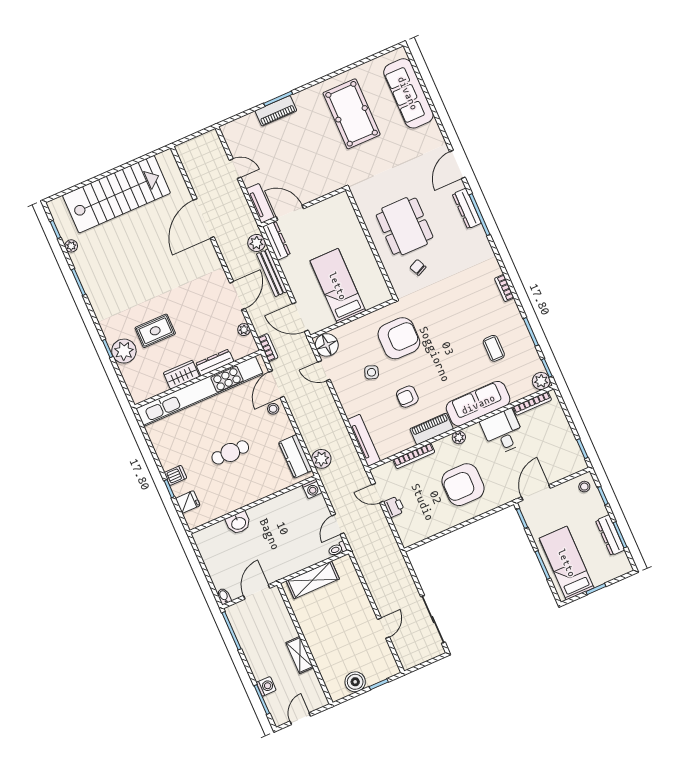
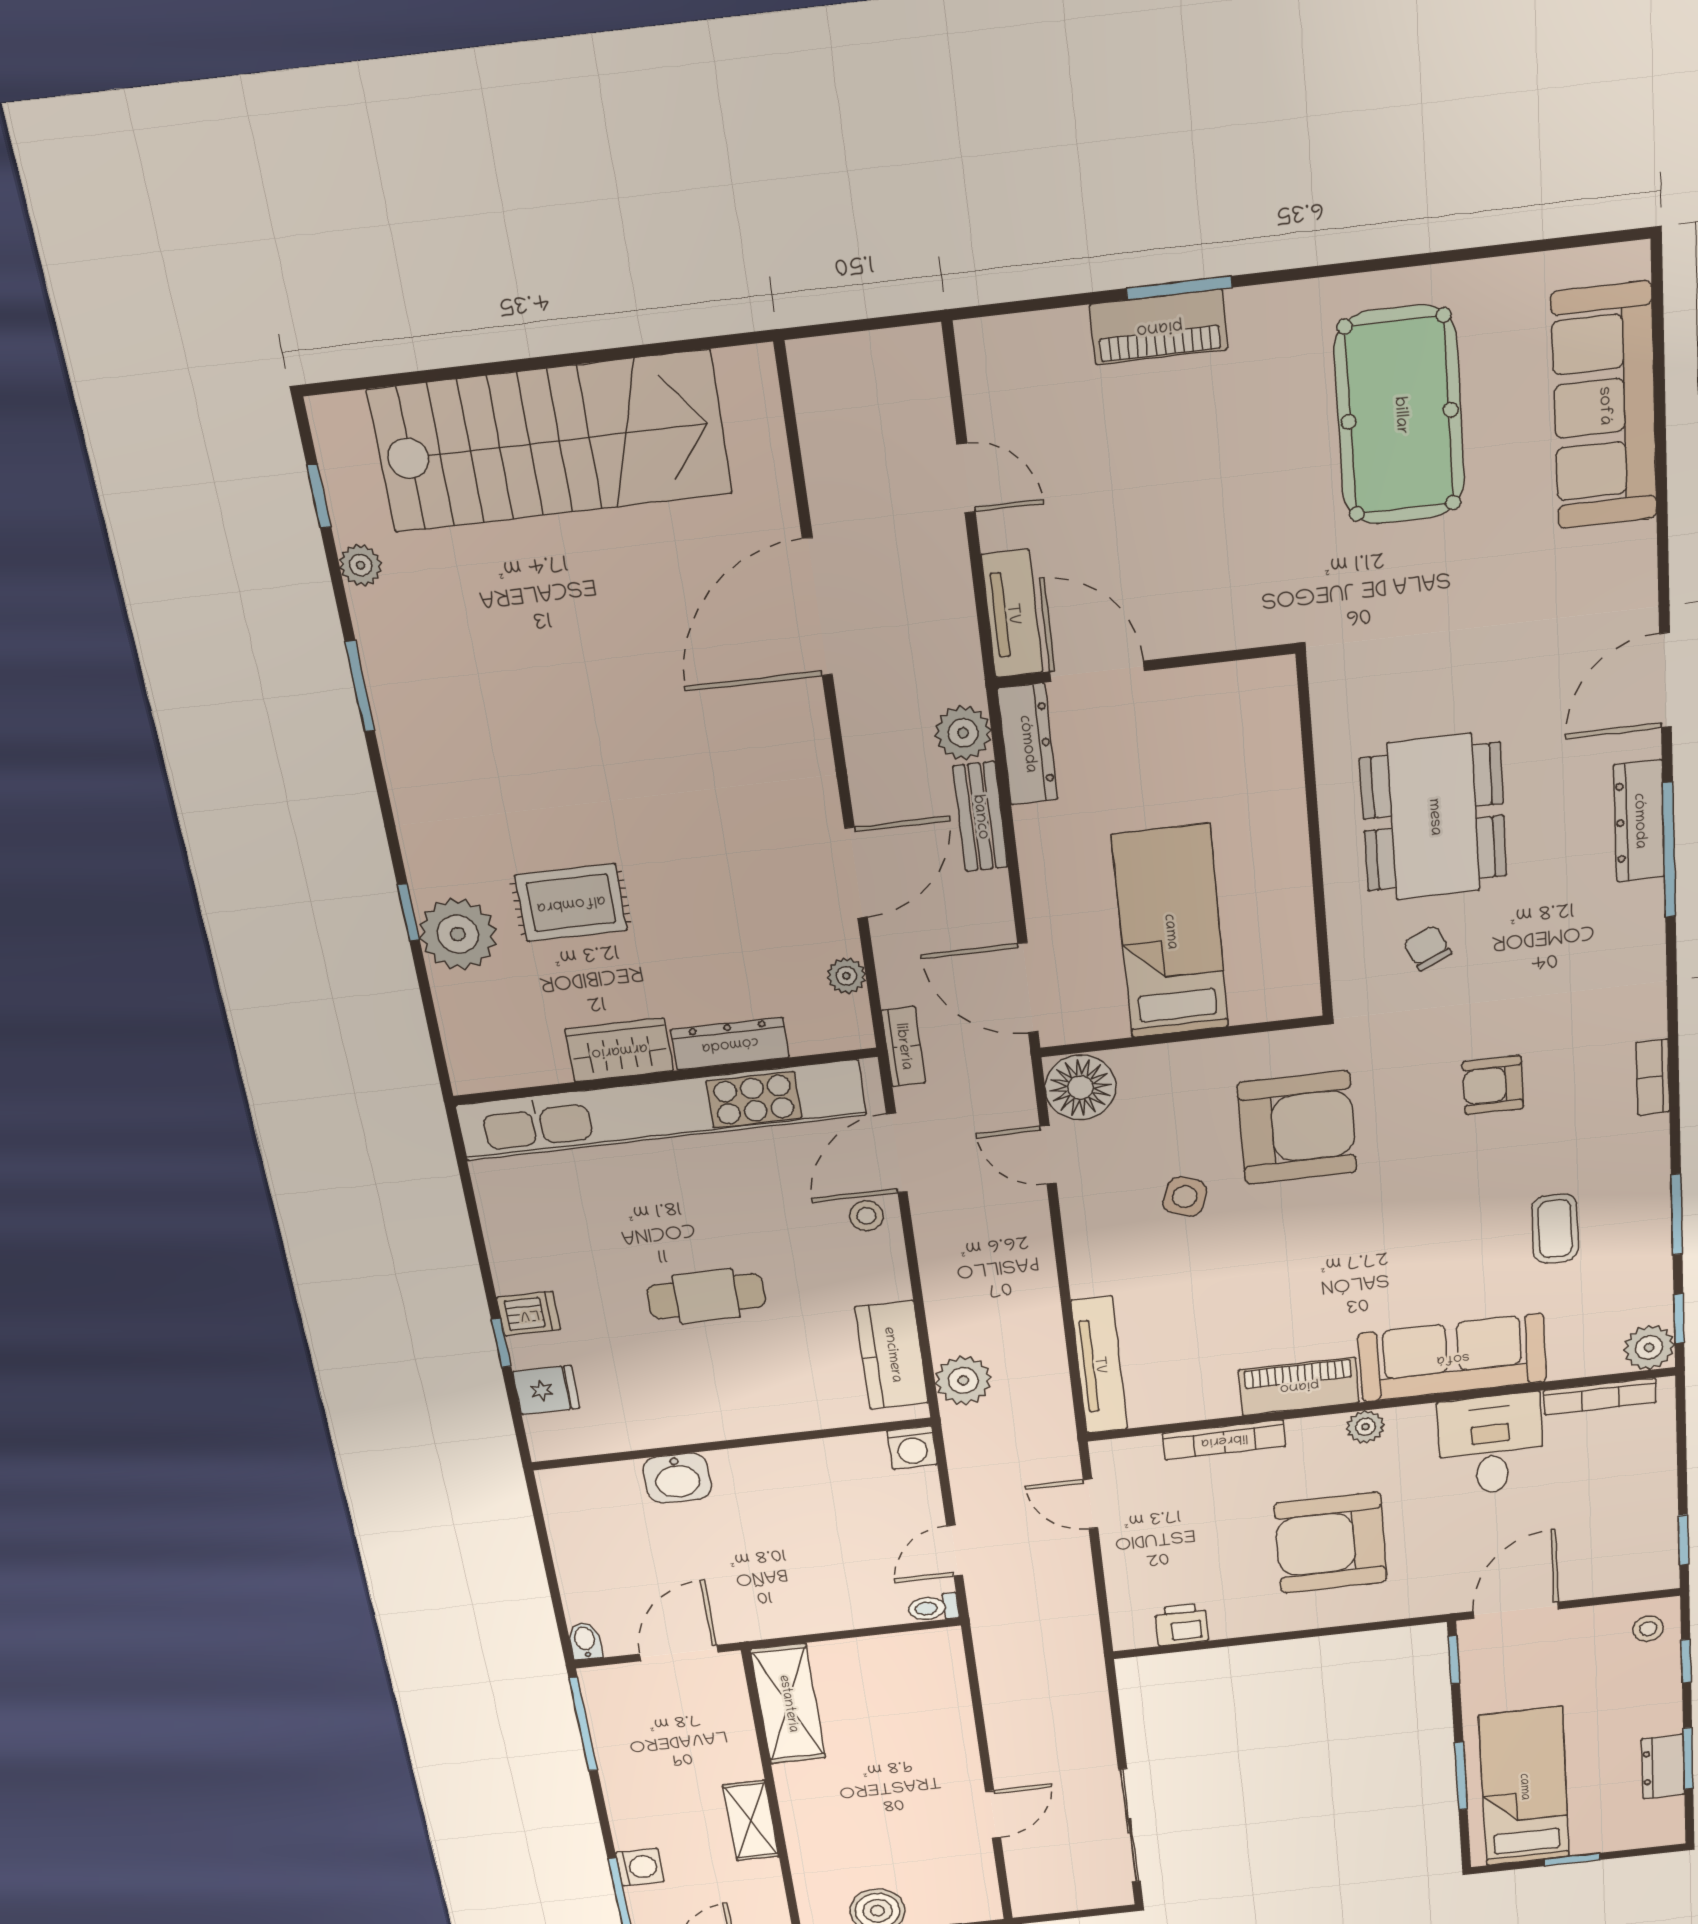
bench: (272, 273) -> (980, 817), width x0.73
armchair: (407, 397) -> (1493, 1085), moved
printer: (394, 507) -> (1181, 1624), moved, turned -90
dresser: (610, 535) -> (1663, 1767), width x0.70
shelving: (313, 580) -> (788, 1704), moved, turned 90

